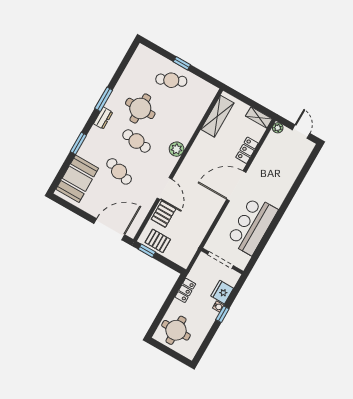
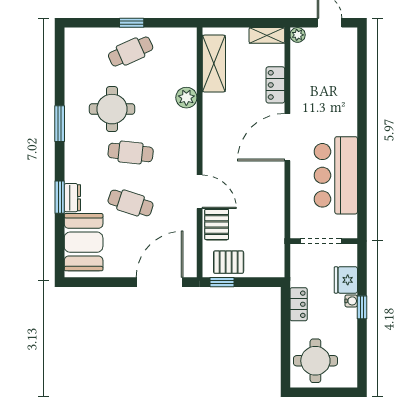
dresser: (103, 118) -> (72, 198), moved
plant: (177, 149) -> (186, 98), moved

